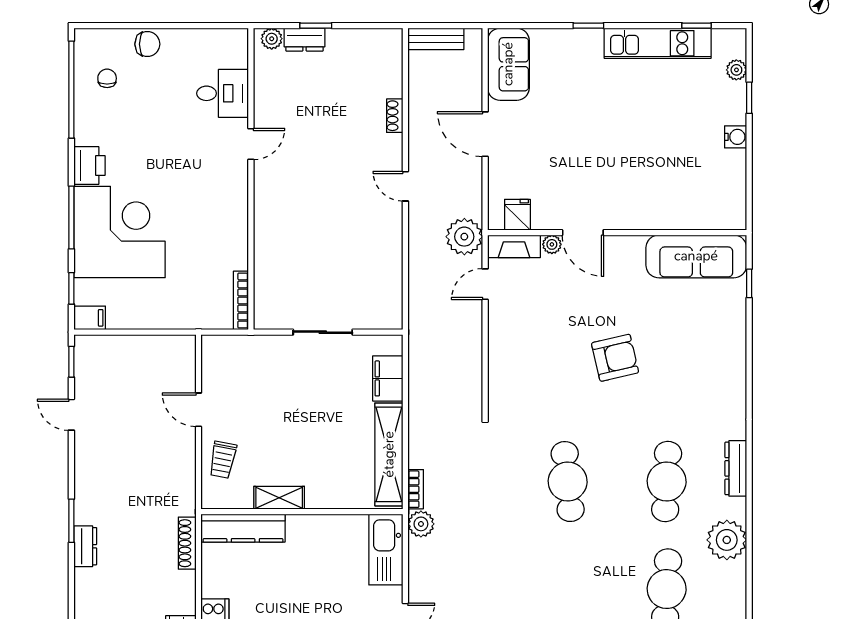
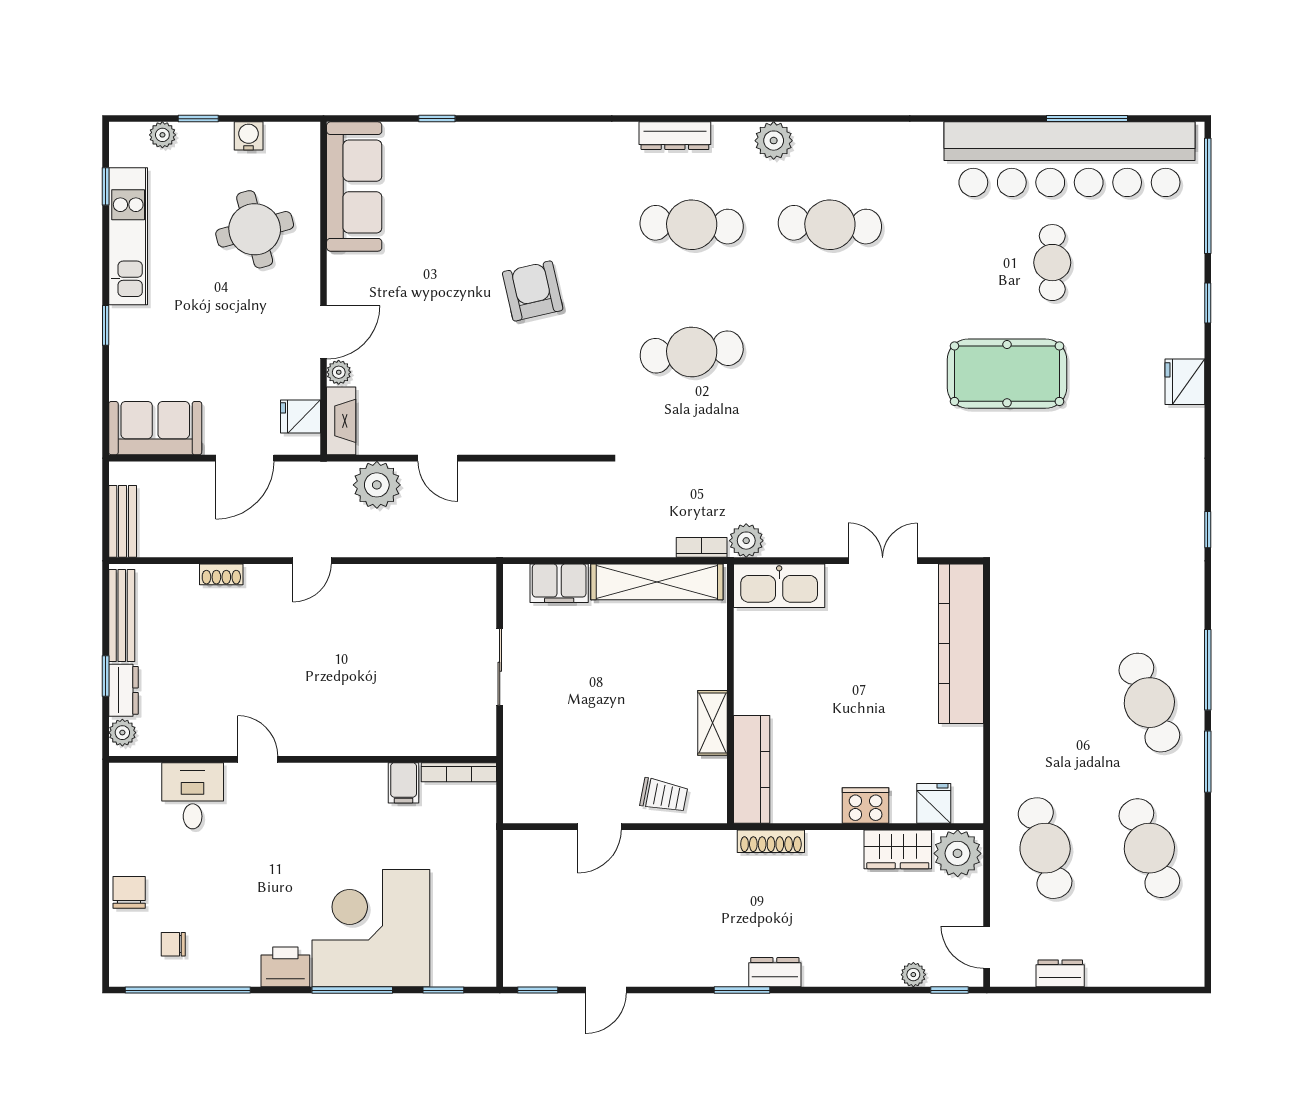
bench: (363, 38) -> (122, 615), added
round table: (663, 142) -> (255, 229), added
fridge: (517, 215) -> (300, 417), moved
door: (583, 233) -> (323, 332), moved
wall: (617, 233) -> (323, 288), moved
plant: (552, 244) -> (339, 372), moved
fireplace: (514, 246) -> (341, 421), moved
sofa: (696, 256) -> (354, 186), moved
filing cabinet: (90, 318) -> (404, 783), moved, turned 180
plant: (727, 540) -> (774, 141), width x0.73, depth x0.73

